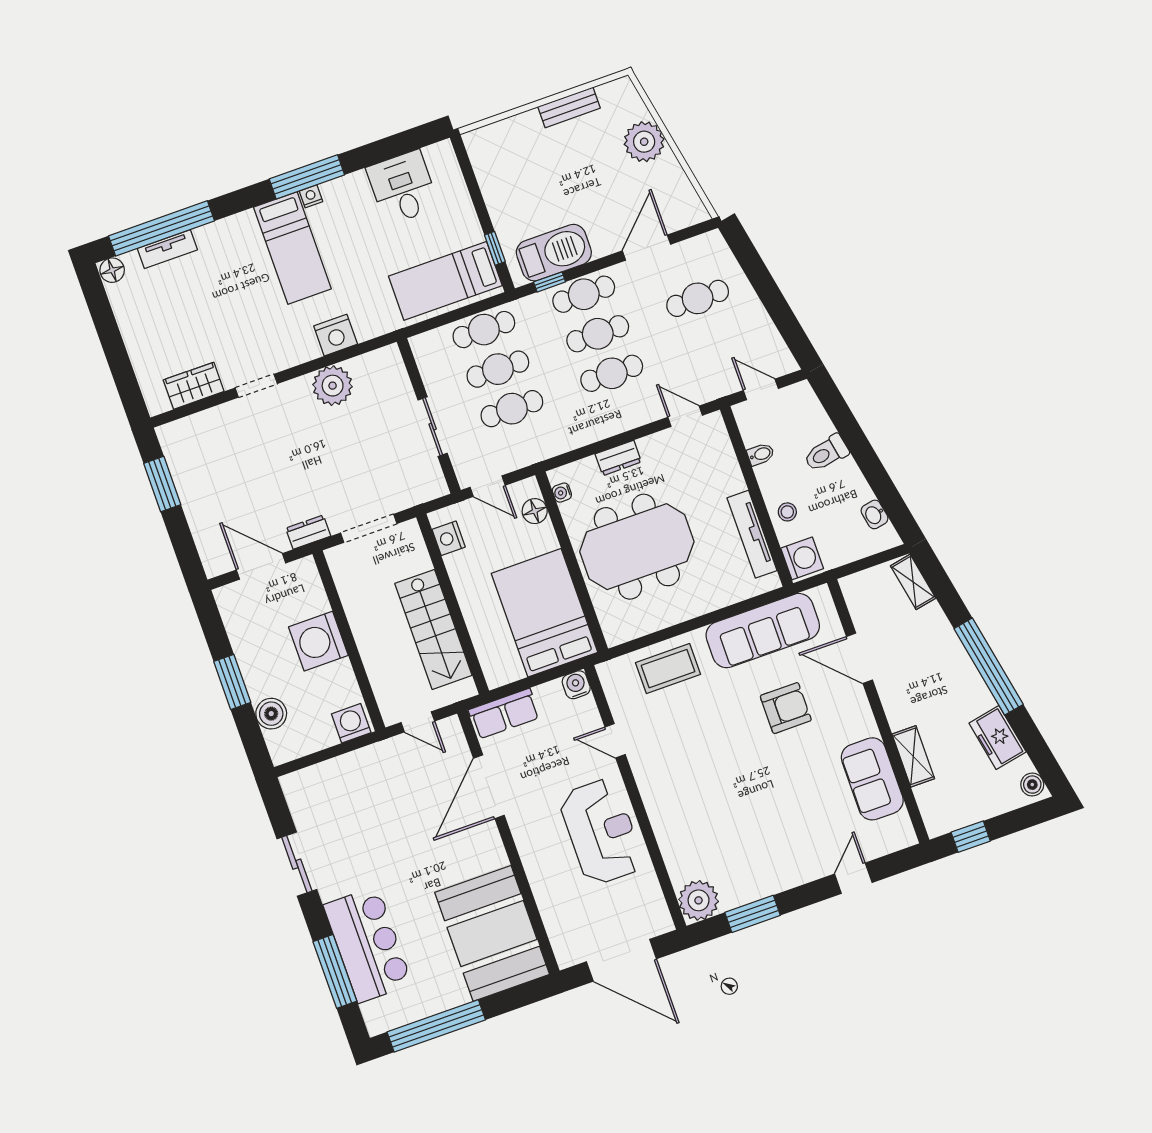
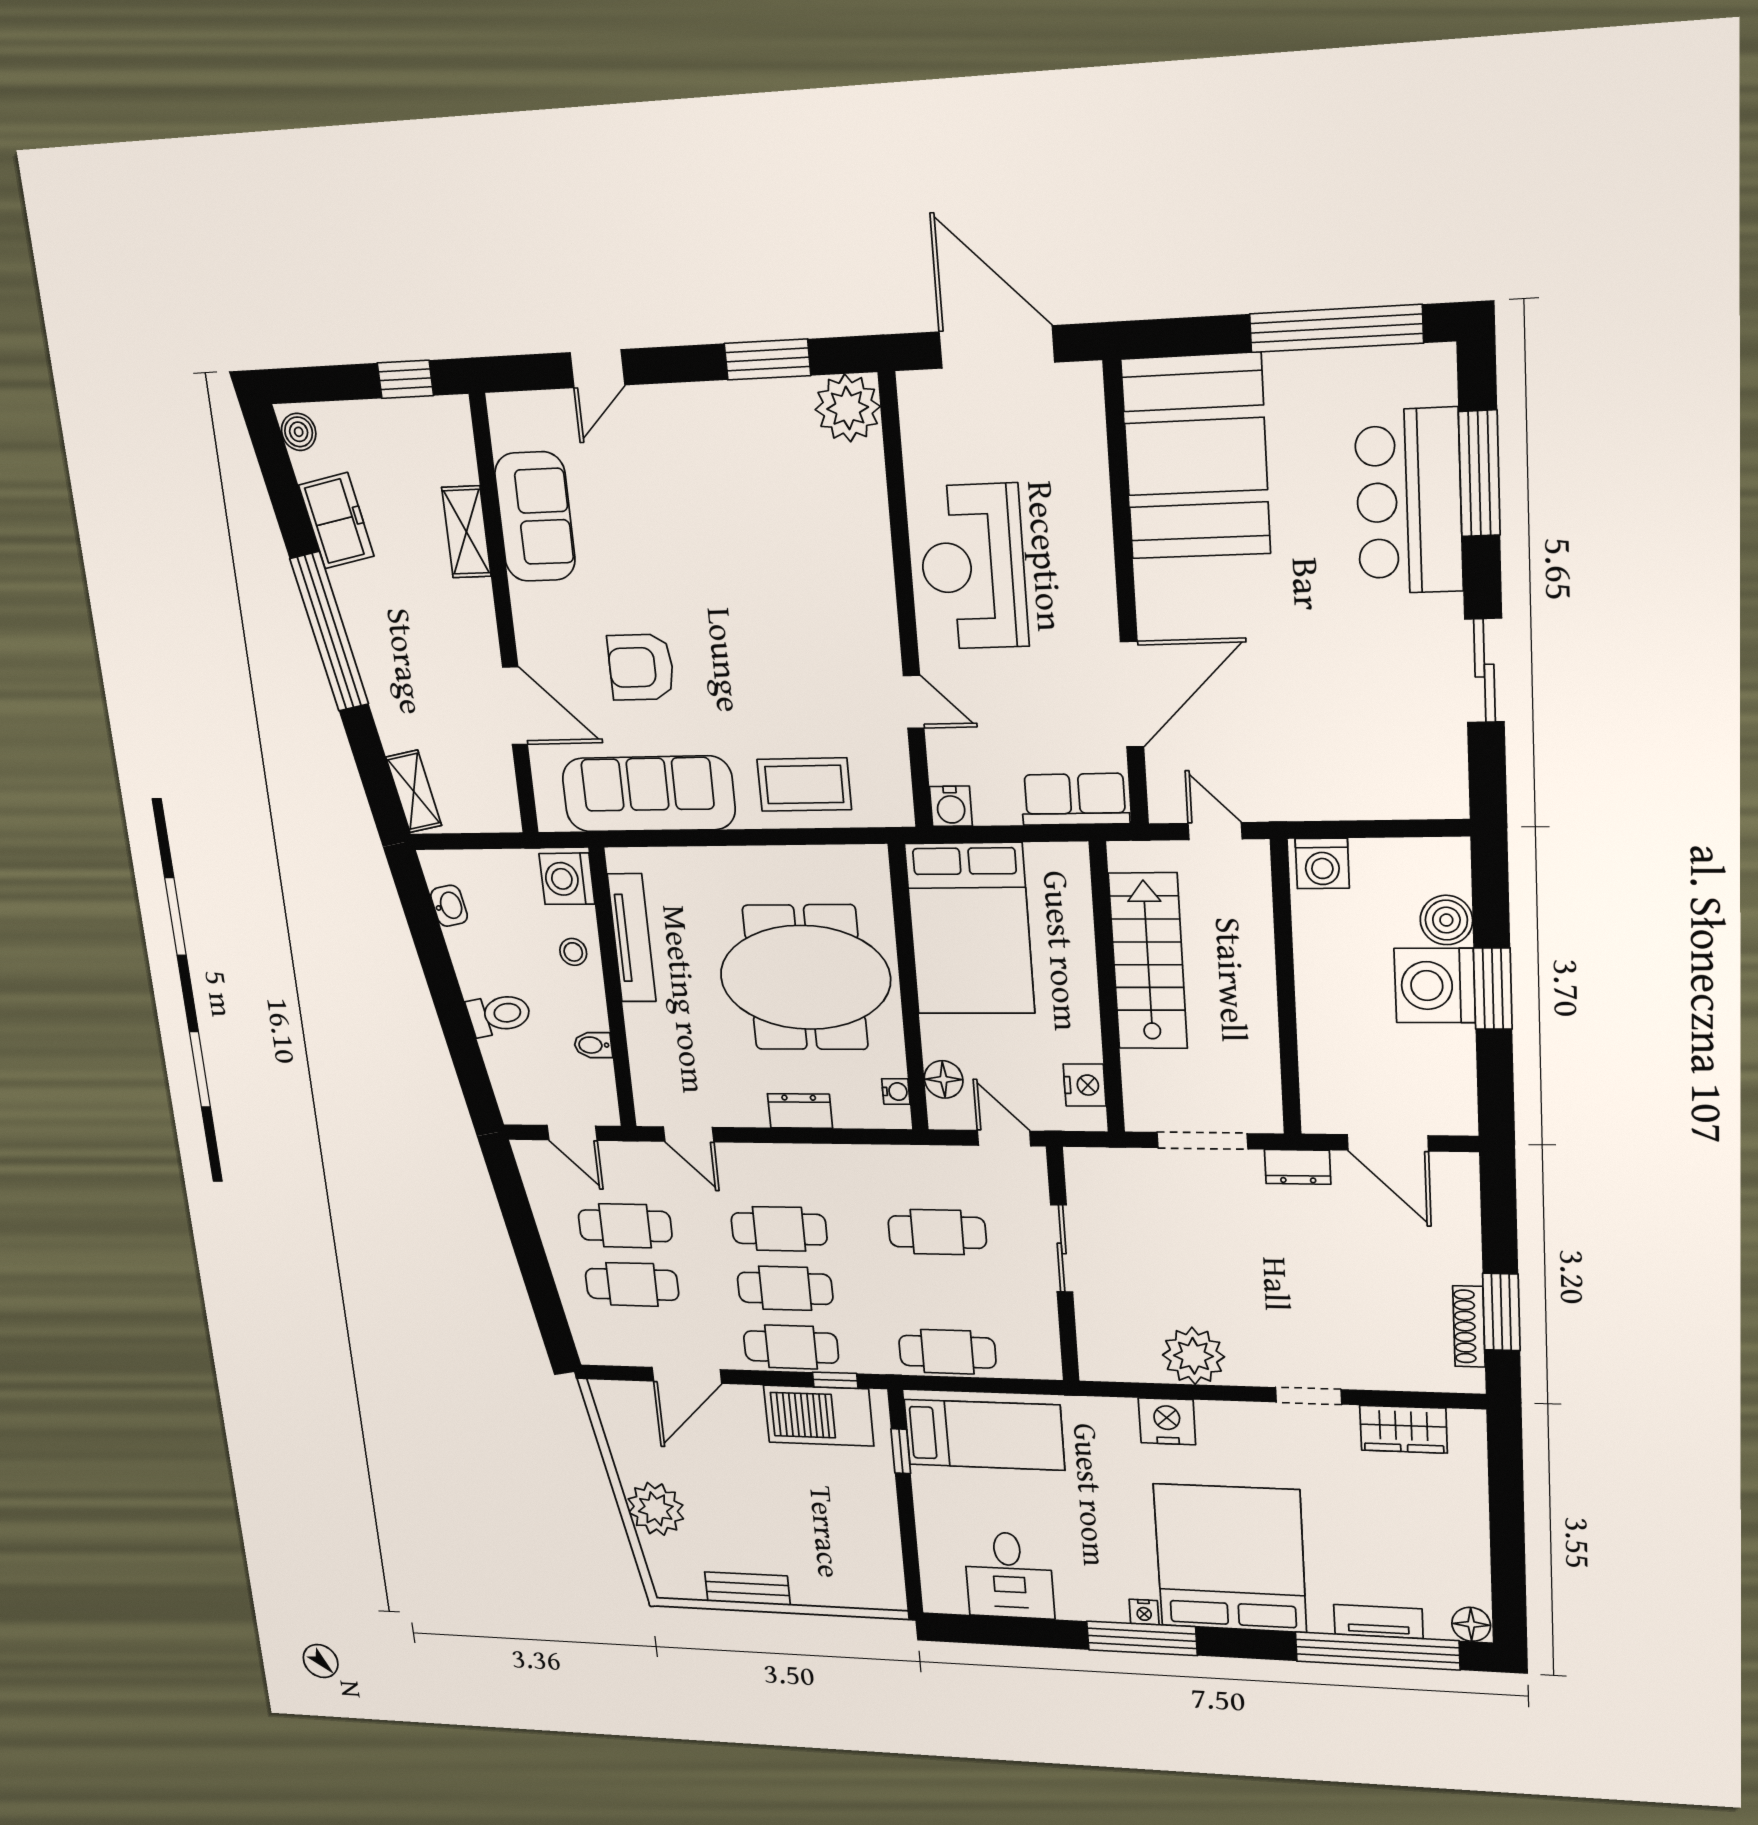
bed: (292, 248) -> (1230, 1558), width x2.04
cafe table: (498, 369) -> (625, 1226), moved
shoe rack: (178, 468) -> (1469, 1327), added
washing machine: (318, 641) -> (1435, 986), moved, turned 180

